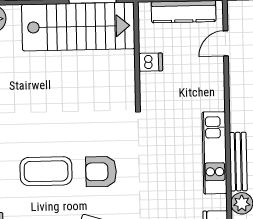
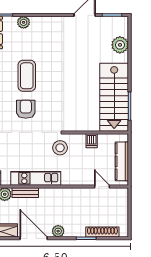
stool: (163, 114) -> (60, 148), added
bench: (238, 162) -> (25, 193), width x0.73

